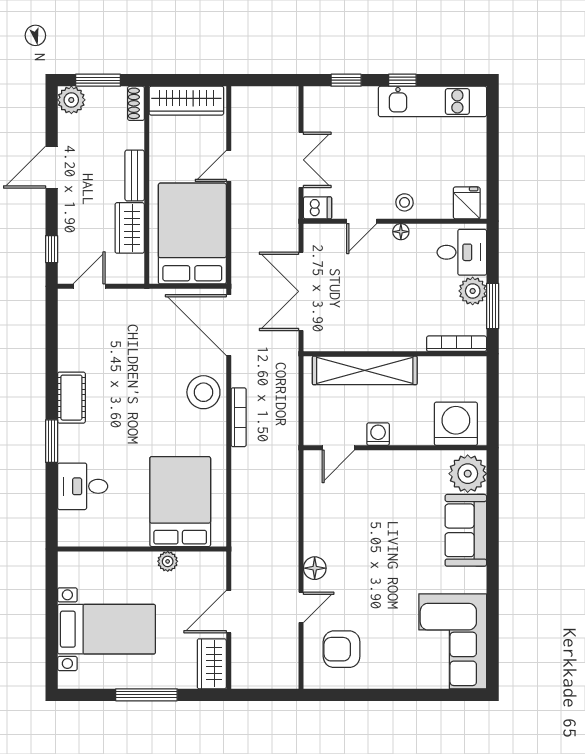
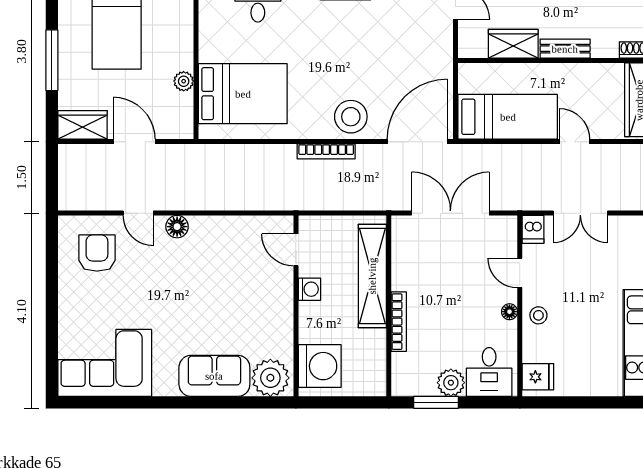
bed: (192, 234) -> (508, 117), width x0.67
bookcase: (457, 344) -> (399, 322), moved

